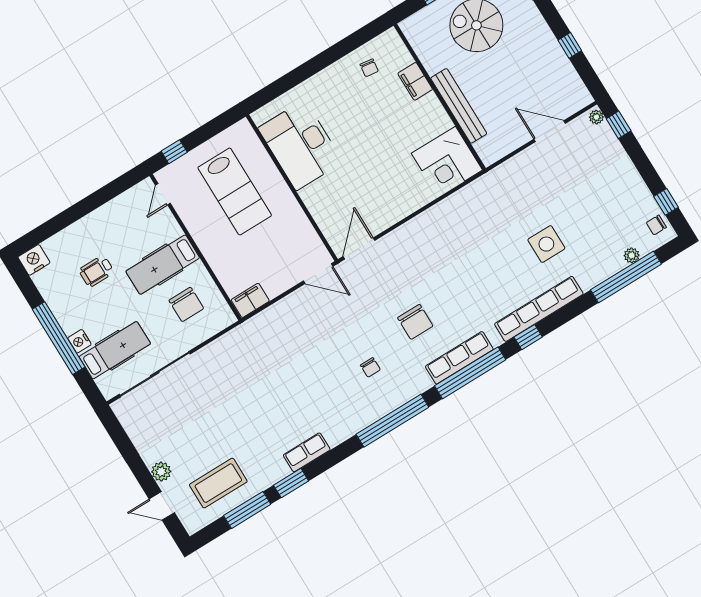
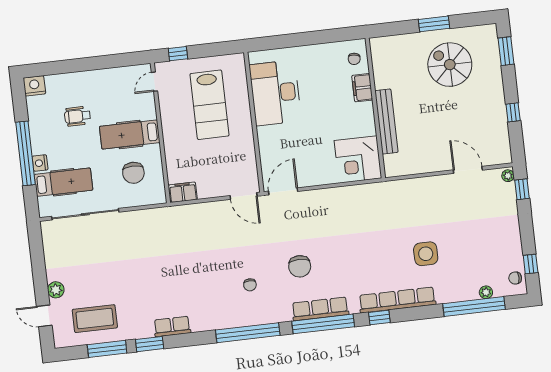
filing cabinet: (415, 81) -> (362, 88), moved
wall: (440, 97) -> (375, 108), moved
bench: (459, 106) -> (386, 121), moved
corner desk: (447, 162) -> (358, 159), moved

